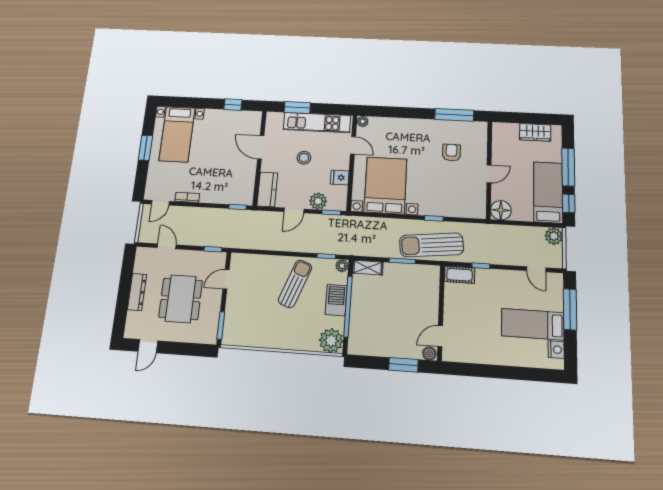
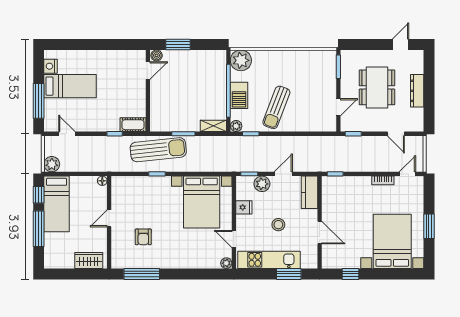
wardrobe: (535, 132) -> (89, 260), moved
bed with nightstands: (177, 134) -> (392, 241), width x1.36
floor lamp: (501, 210) -> (102, 181), width x0.53, depth x0.53

